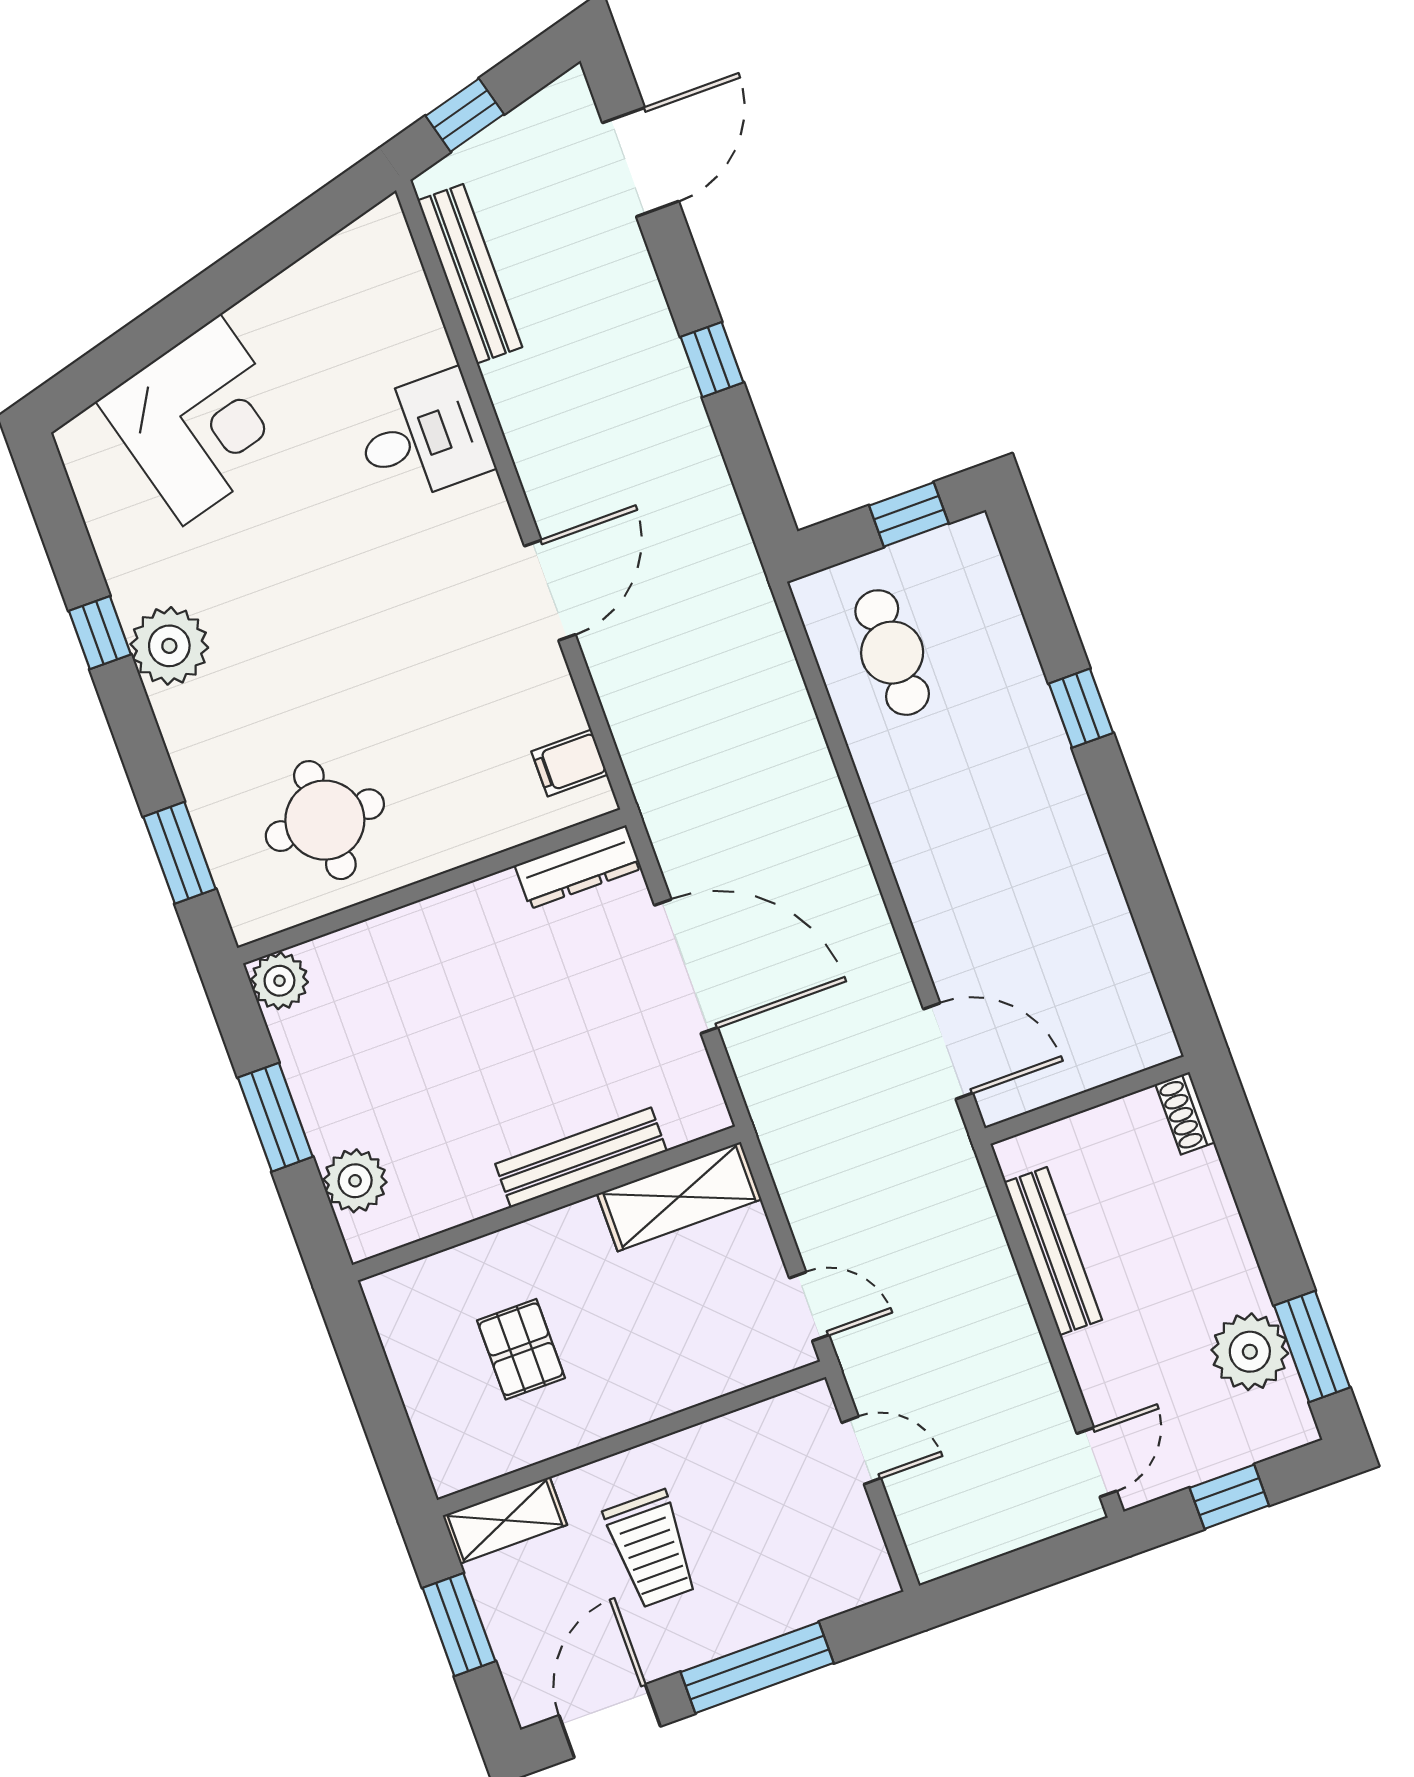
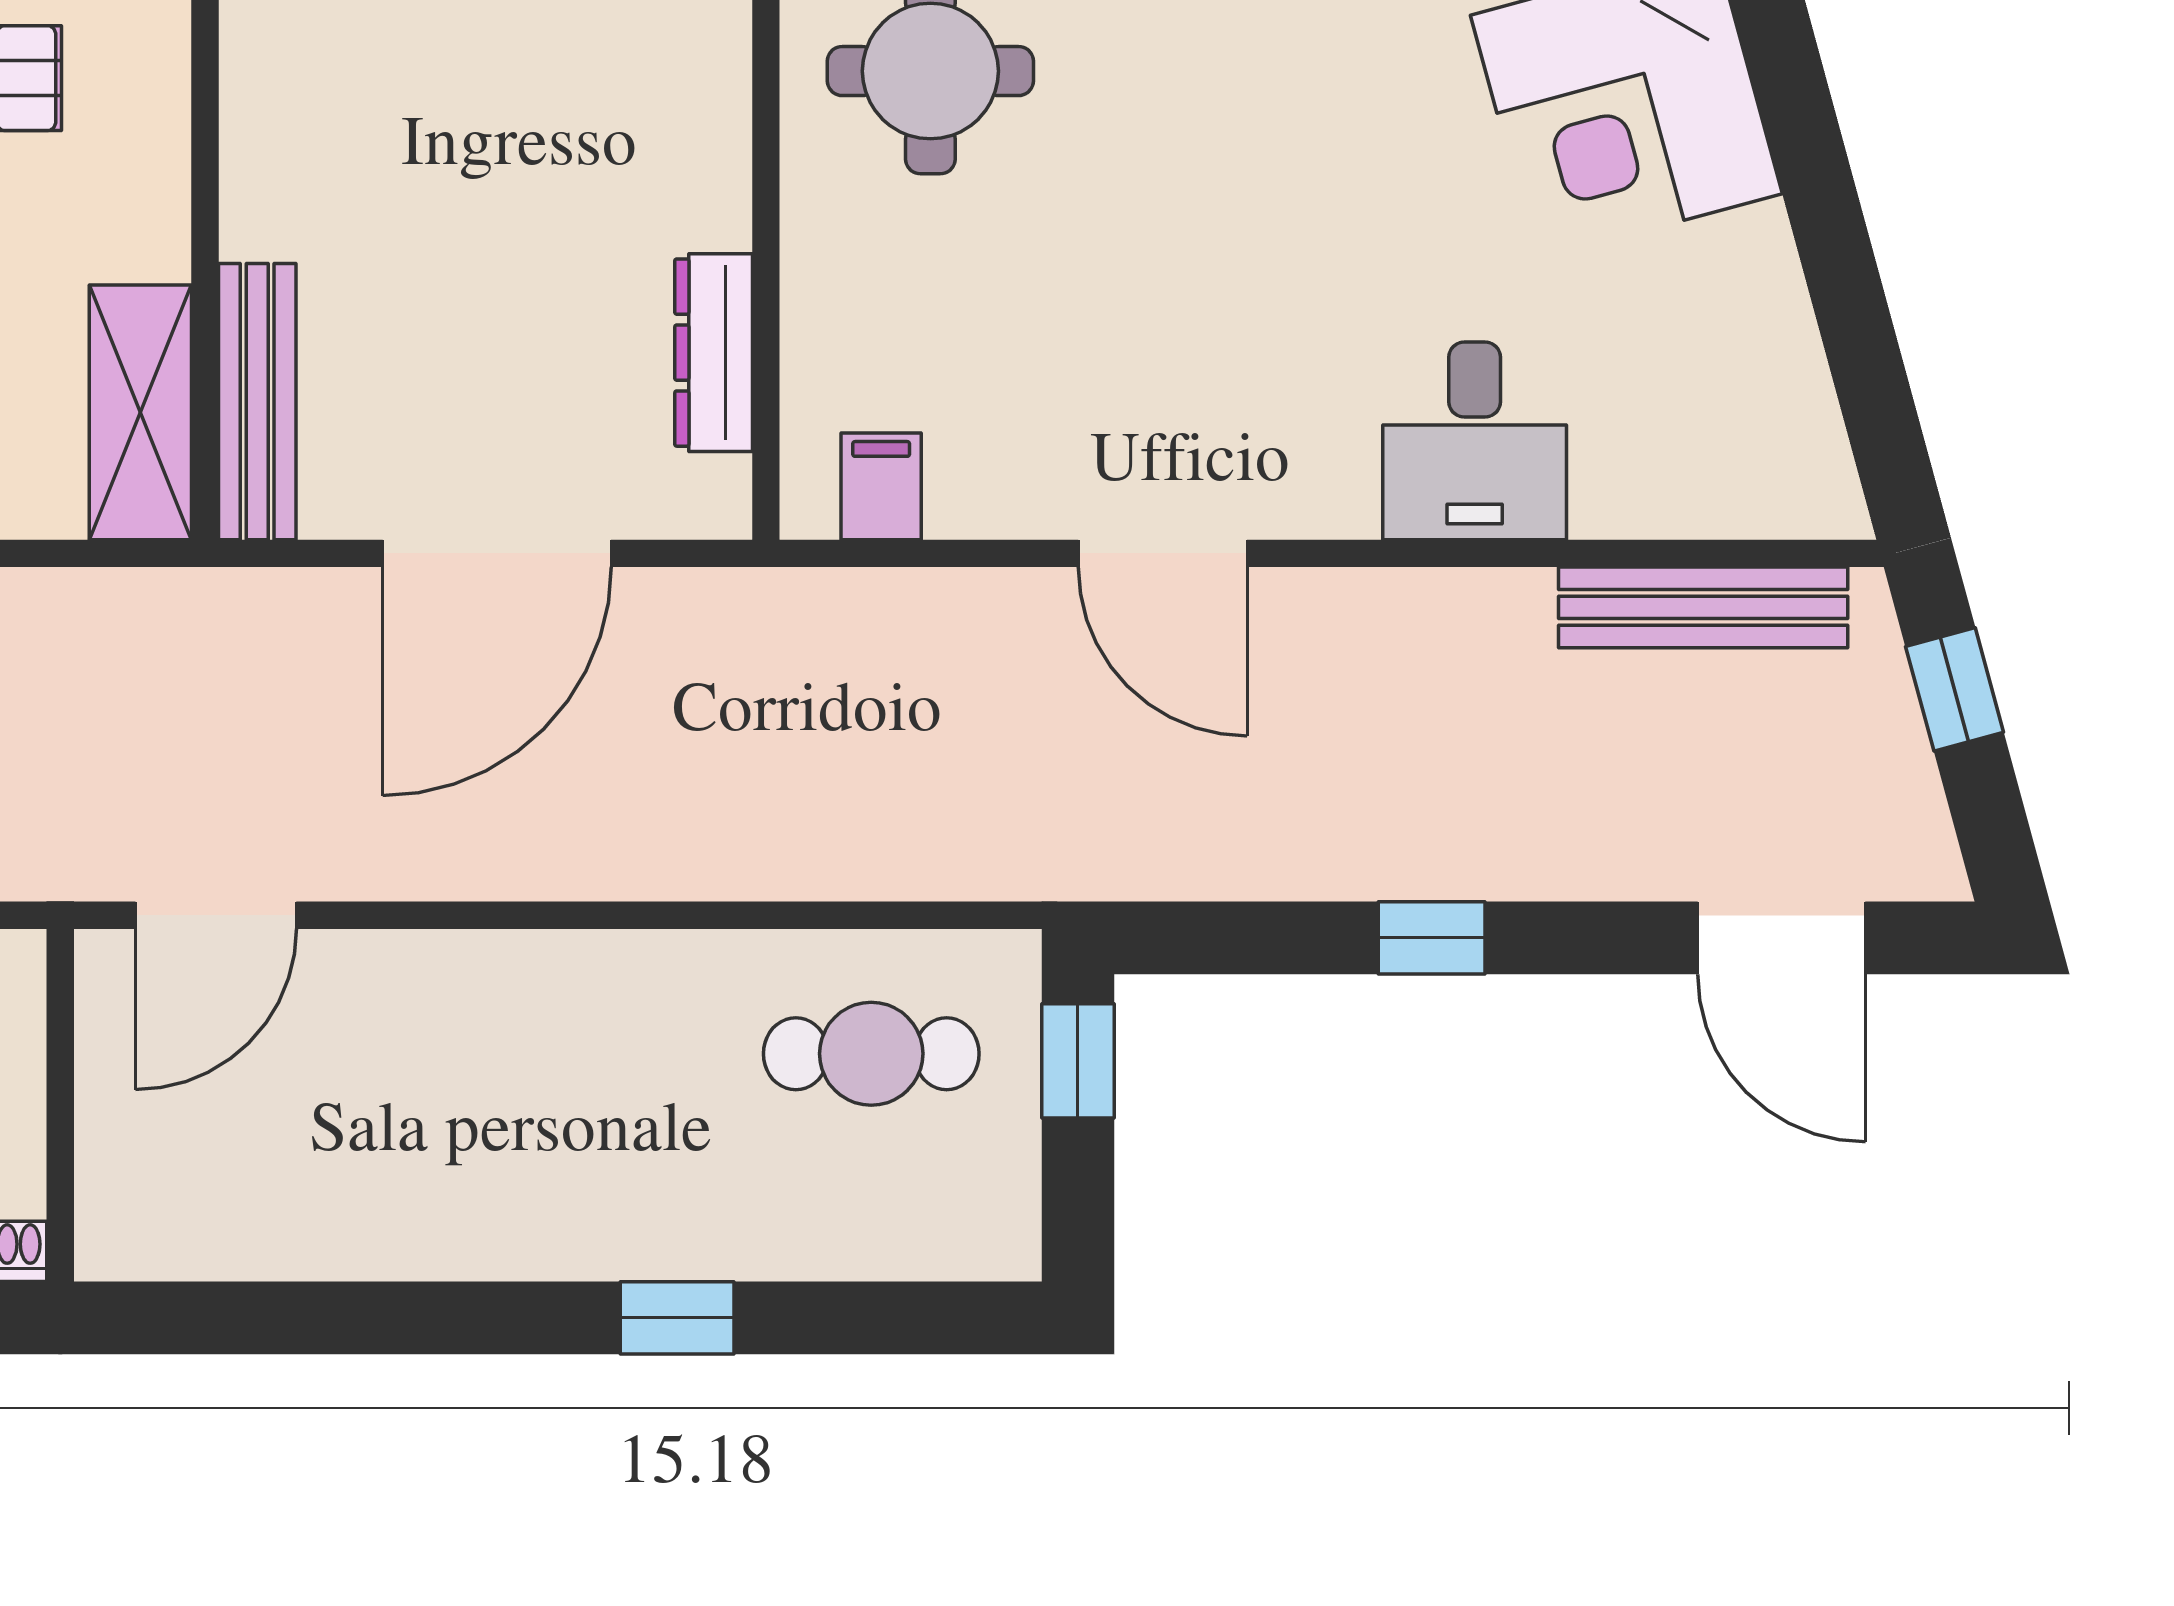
window: (909, 514) -> (1078, 1061), moved
dresser: (578, 867) -> (714, 353), moved
bench: (581, 1157) -> (257, 402), moved

